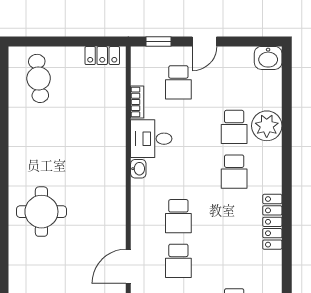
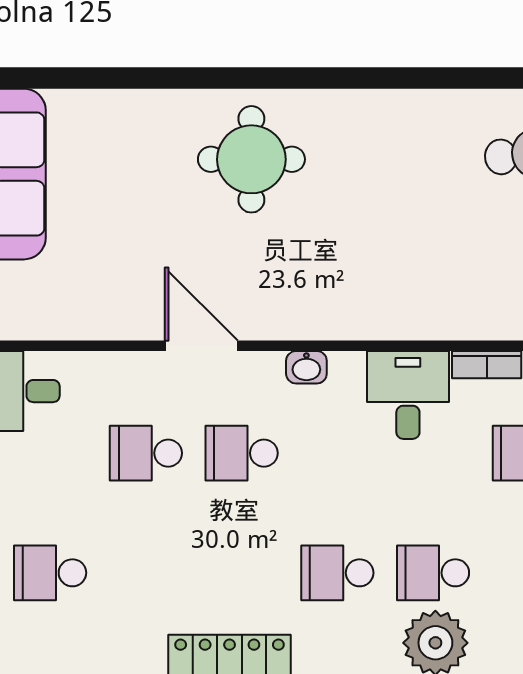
washbasin: (138, 169) -> (306, 367), moved
door: (128, 266) -> (201, 346), moved

